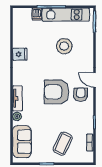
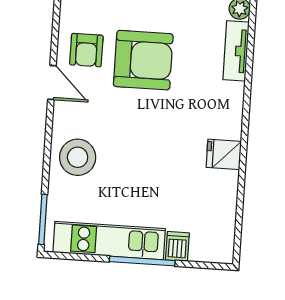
stool: (64, 46) -> (78, 157), moved

